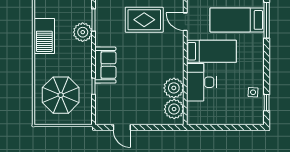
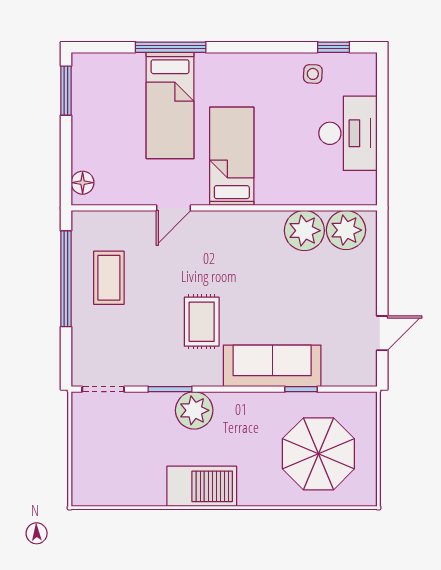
rug: (144, 20) -> (202, 322), moved, width x0.73, depth x0.70
sofa: (105, 65) -> (272, 366), width x1.36
desk: (201, 82) -> (348, 133), moved, turned -90

